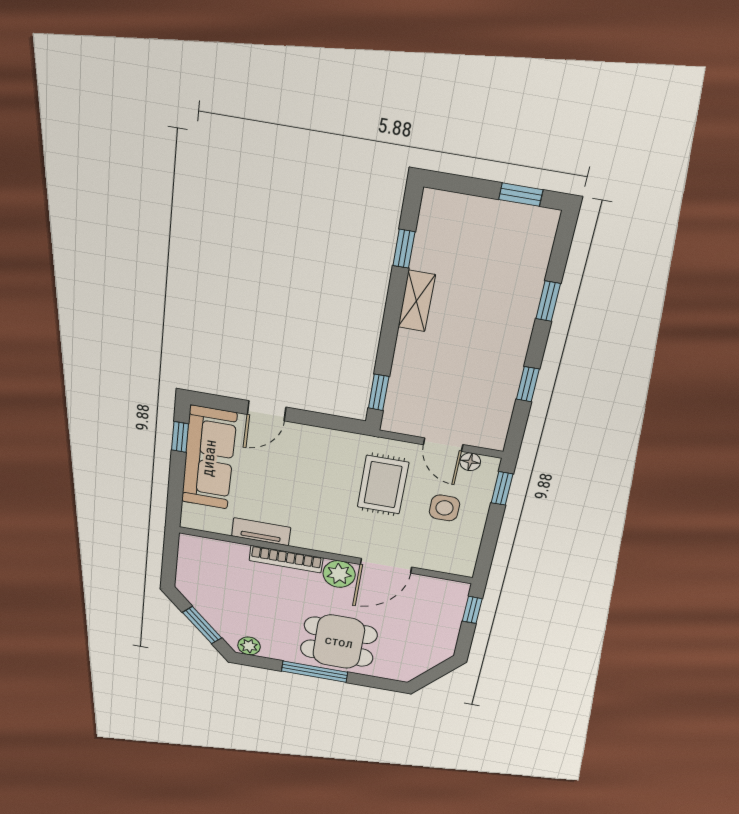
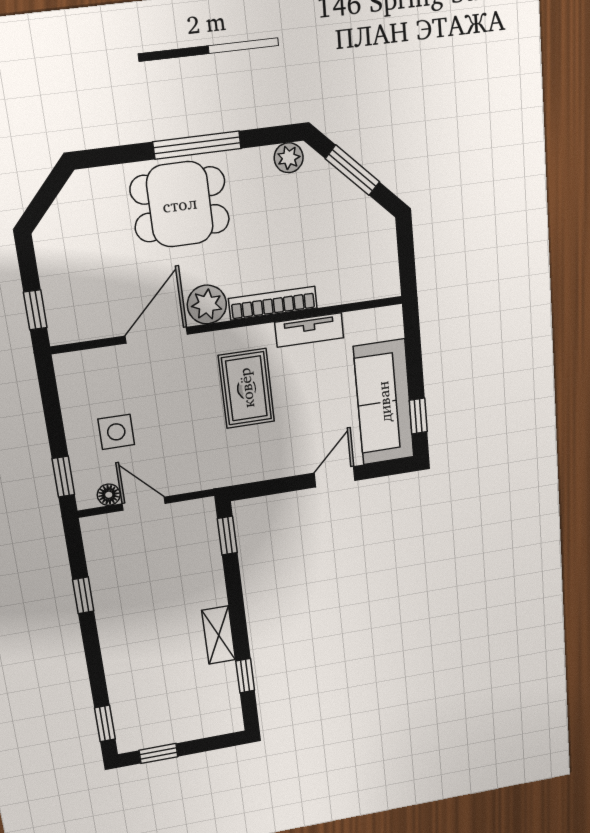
window: (548, 301) -> (105, 723), moved
rug: (383, 485) -> (246, 388), moved

